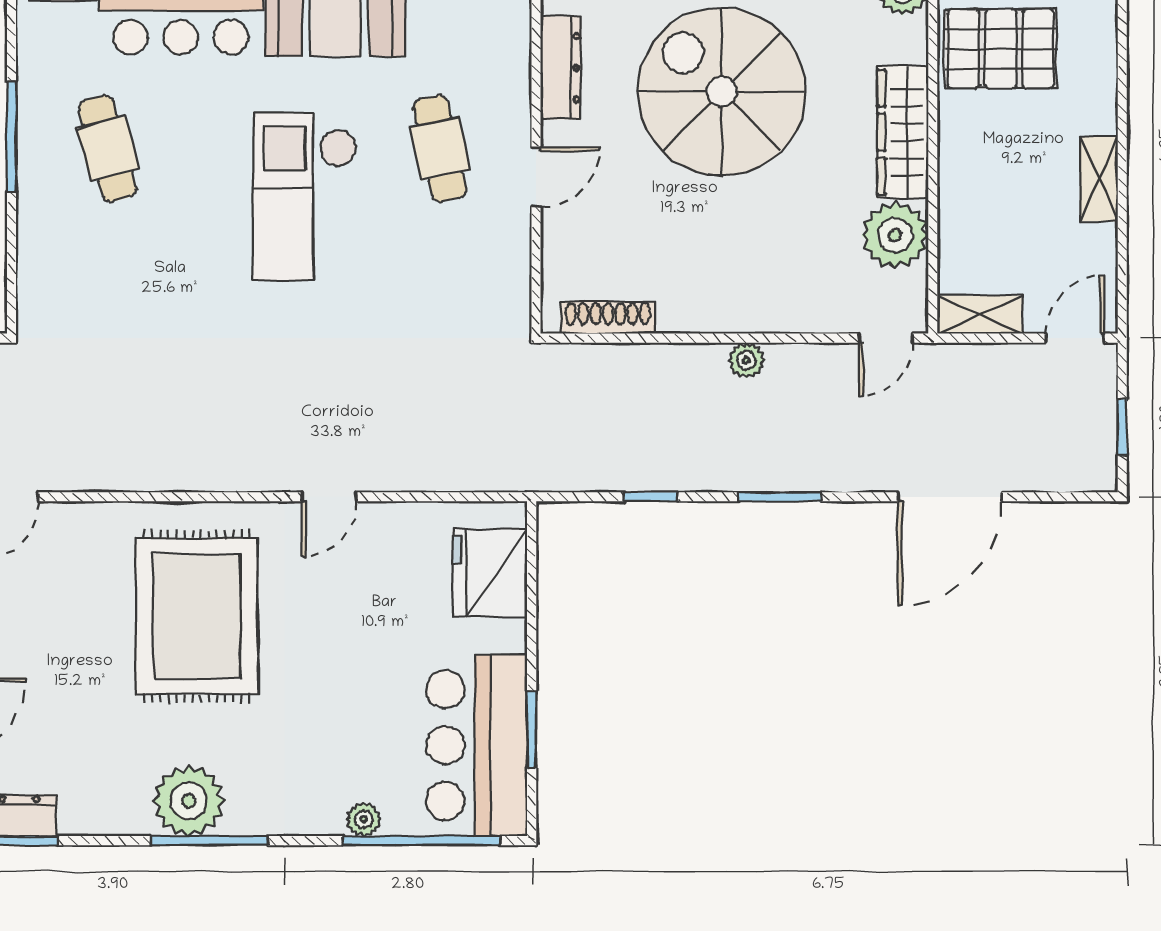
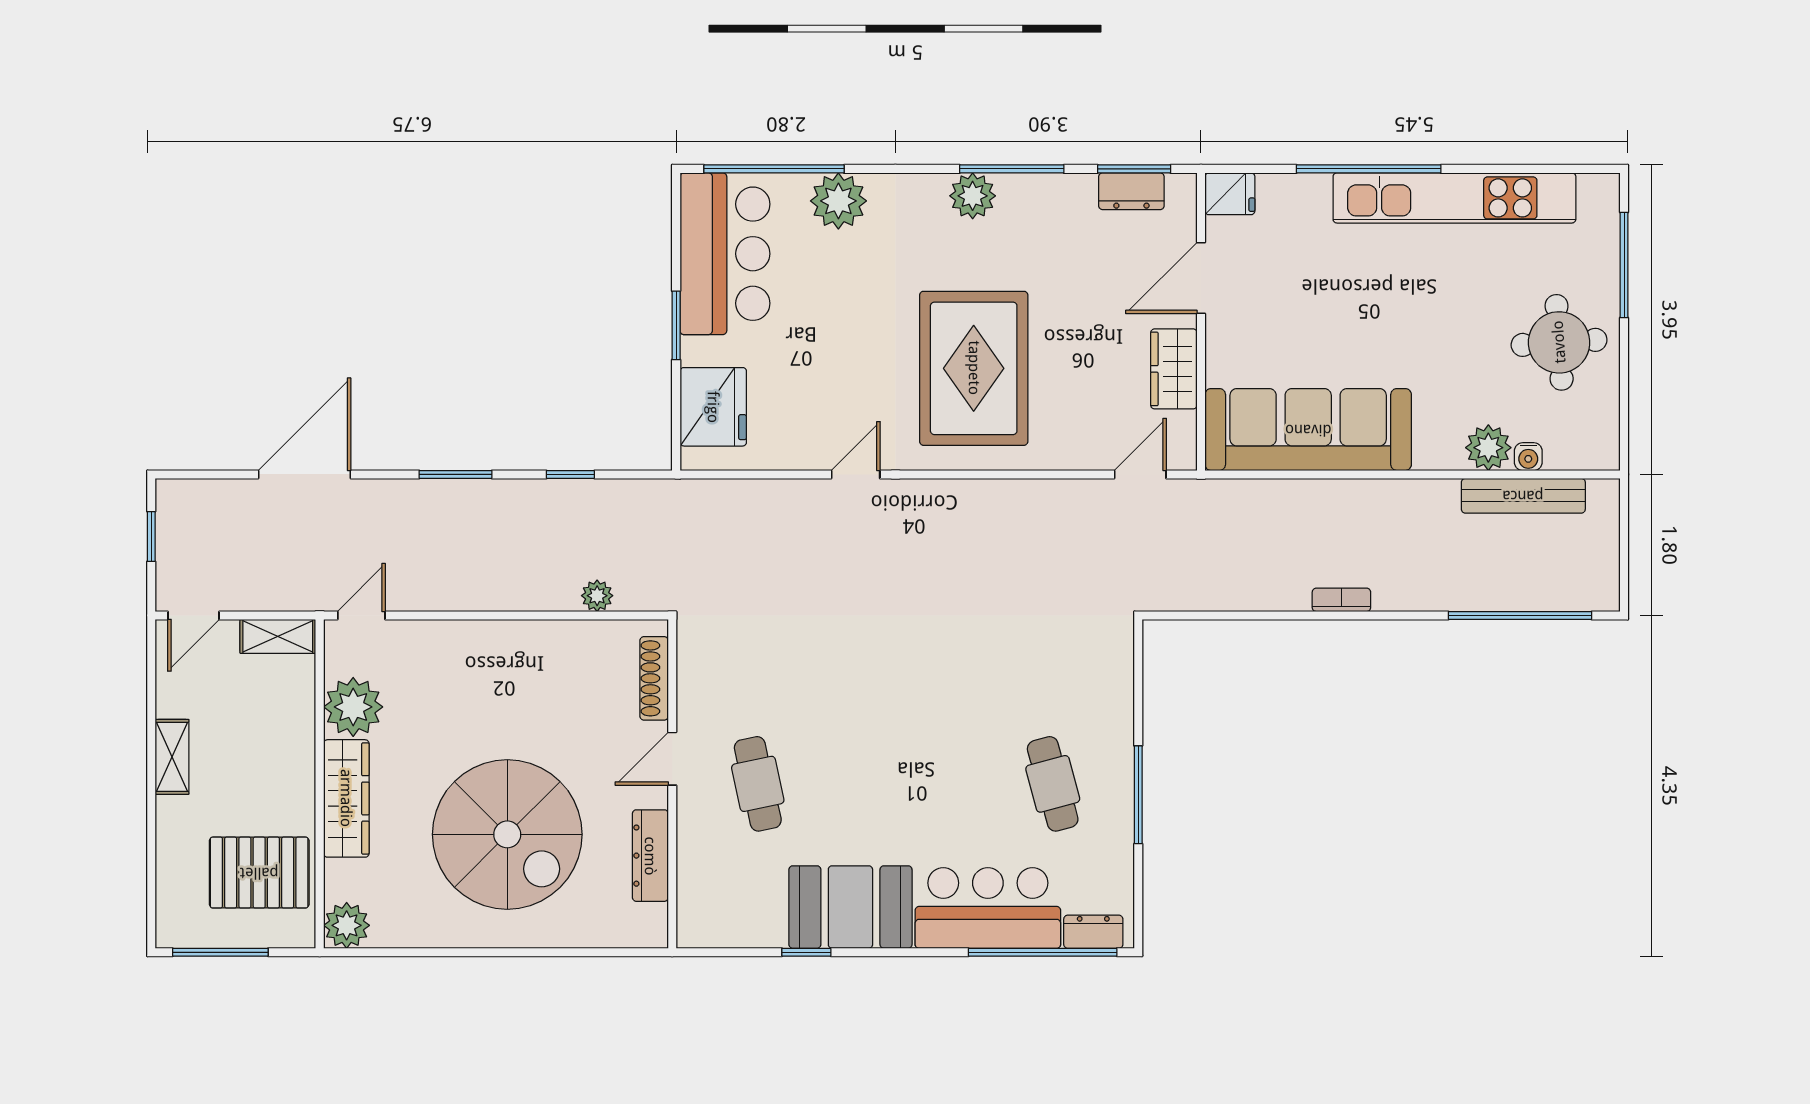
checkout: (305, 197) -> (878, 741), removed
shoe rack: (608, 318) -> (654, 678), moved, turned 90
plant: (746, 360) -> (597, 596), moved
window: (532, 730) -> (676, 325), moved
plant: (189, 801) -> (973, 196), width x0.73, depth x0.73
plant: (364, 819) -> (838, 201), width x1.87, depth x1.87
window: (209, 841) -> (1012, 169), moved

